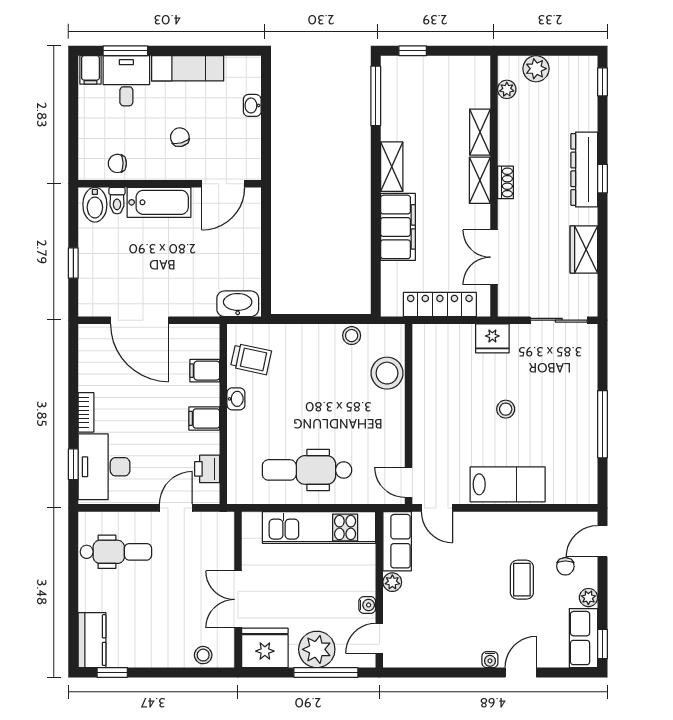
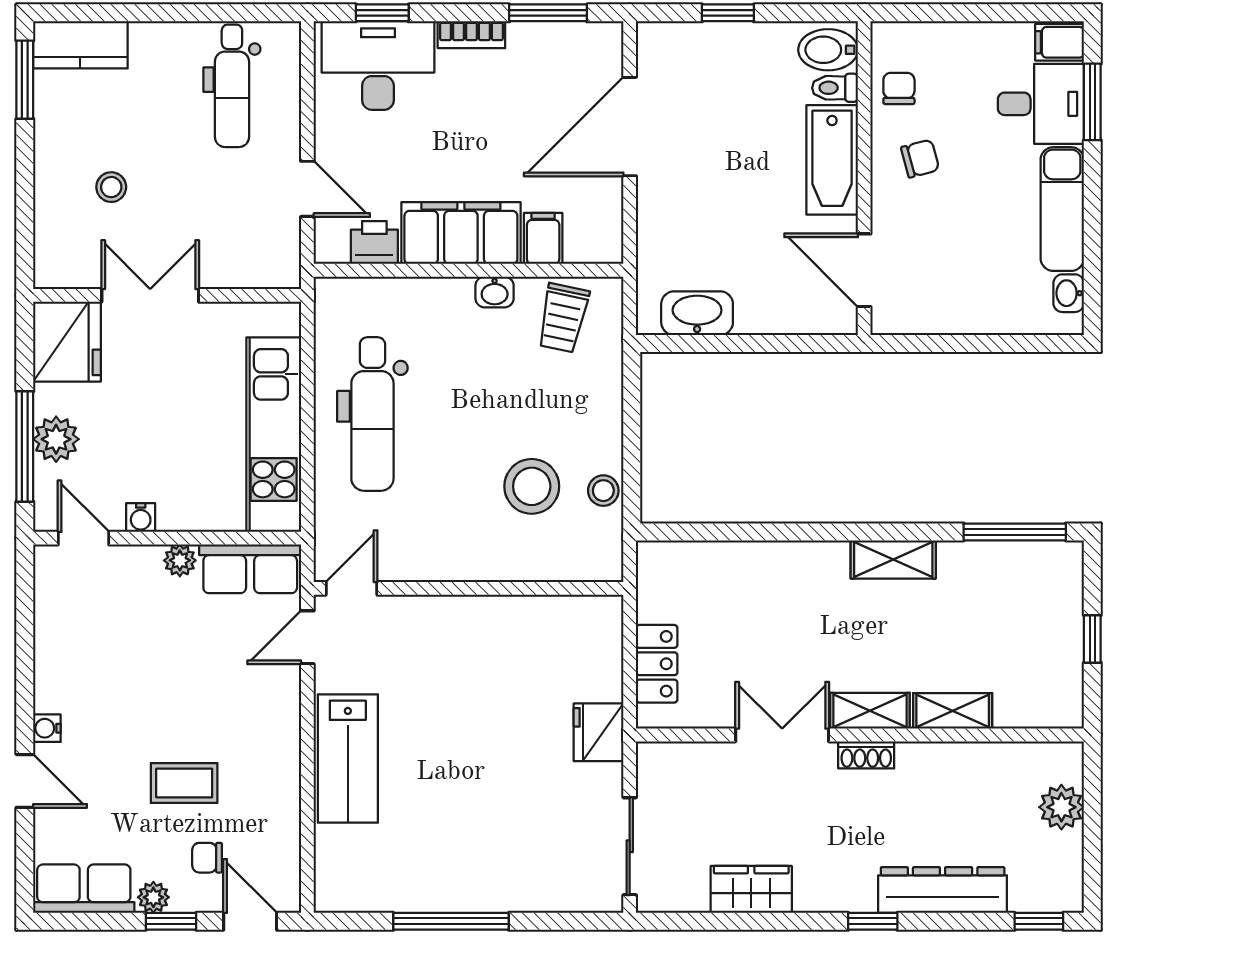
window: (413, 51) -> (1092, 639), moved
plant: (507, 89) -> (1026, 757), removed
washbasin: (252, 105) -> (1069, 293), moved, turned -90
chair: (180, 137) -> (920, 159), moved
dresser: (584, 169) -> (943, 890), moved
filing cabinet: (398, 227) -> (790, 570), removed
double door: (494, 257) -> (782, 735), moved
washbasin: (238, 304) -> (697, 313), moved, turned -90
locker: (440, 304) -> (657, 664), width x0.66
window: (73, 368) -> (548, 13), added
stool: (387, 373) -> (532, 486), moved
stool: (506, 409) -> (477, 755), removed
filing cabinet: (204, 418) -> (461, 233), width x3.00, depth x1.17
dental chair: (307, 470) -> (372, 414), turned 180
window: (602, 644) -> (171, 921), moved
plant: (317, 649) -> (56, 439), width x0.73, depth x0.73
stool: (203, 655) -> (111, 187), moved
window: (112, 672) -> (25, 80), width x1.50

